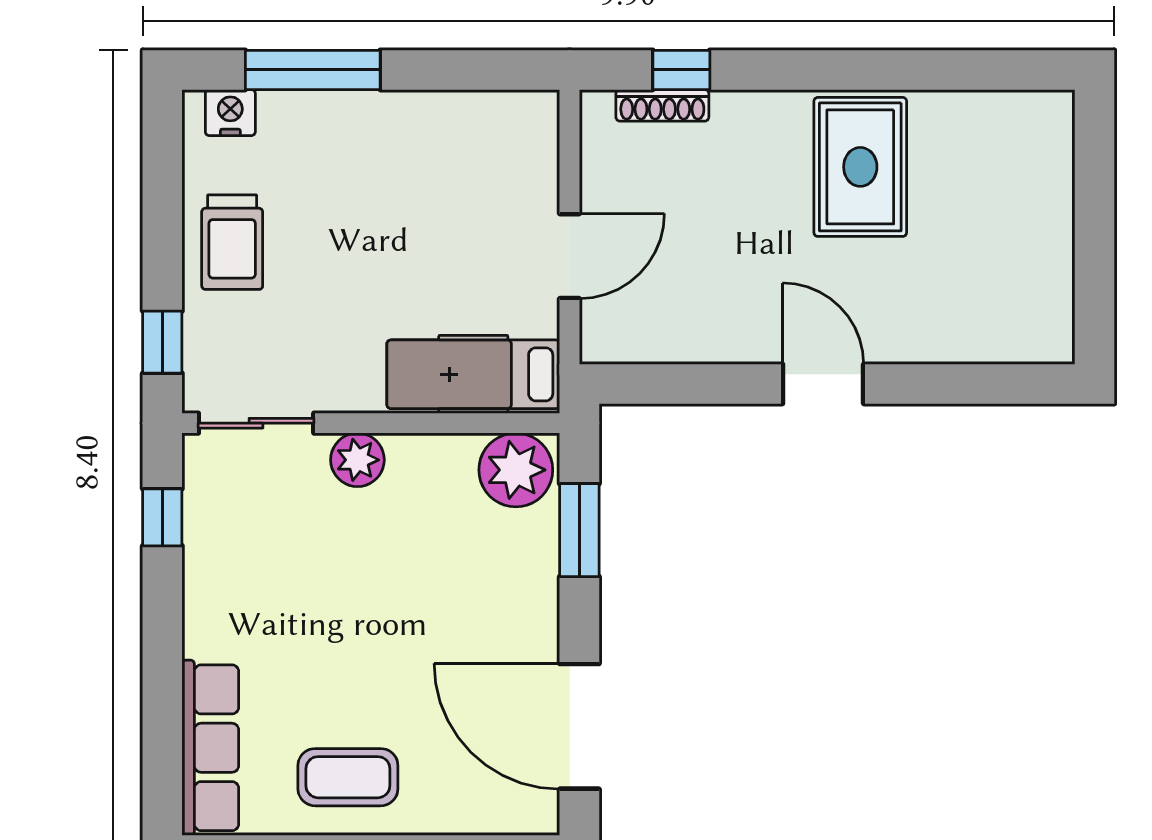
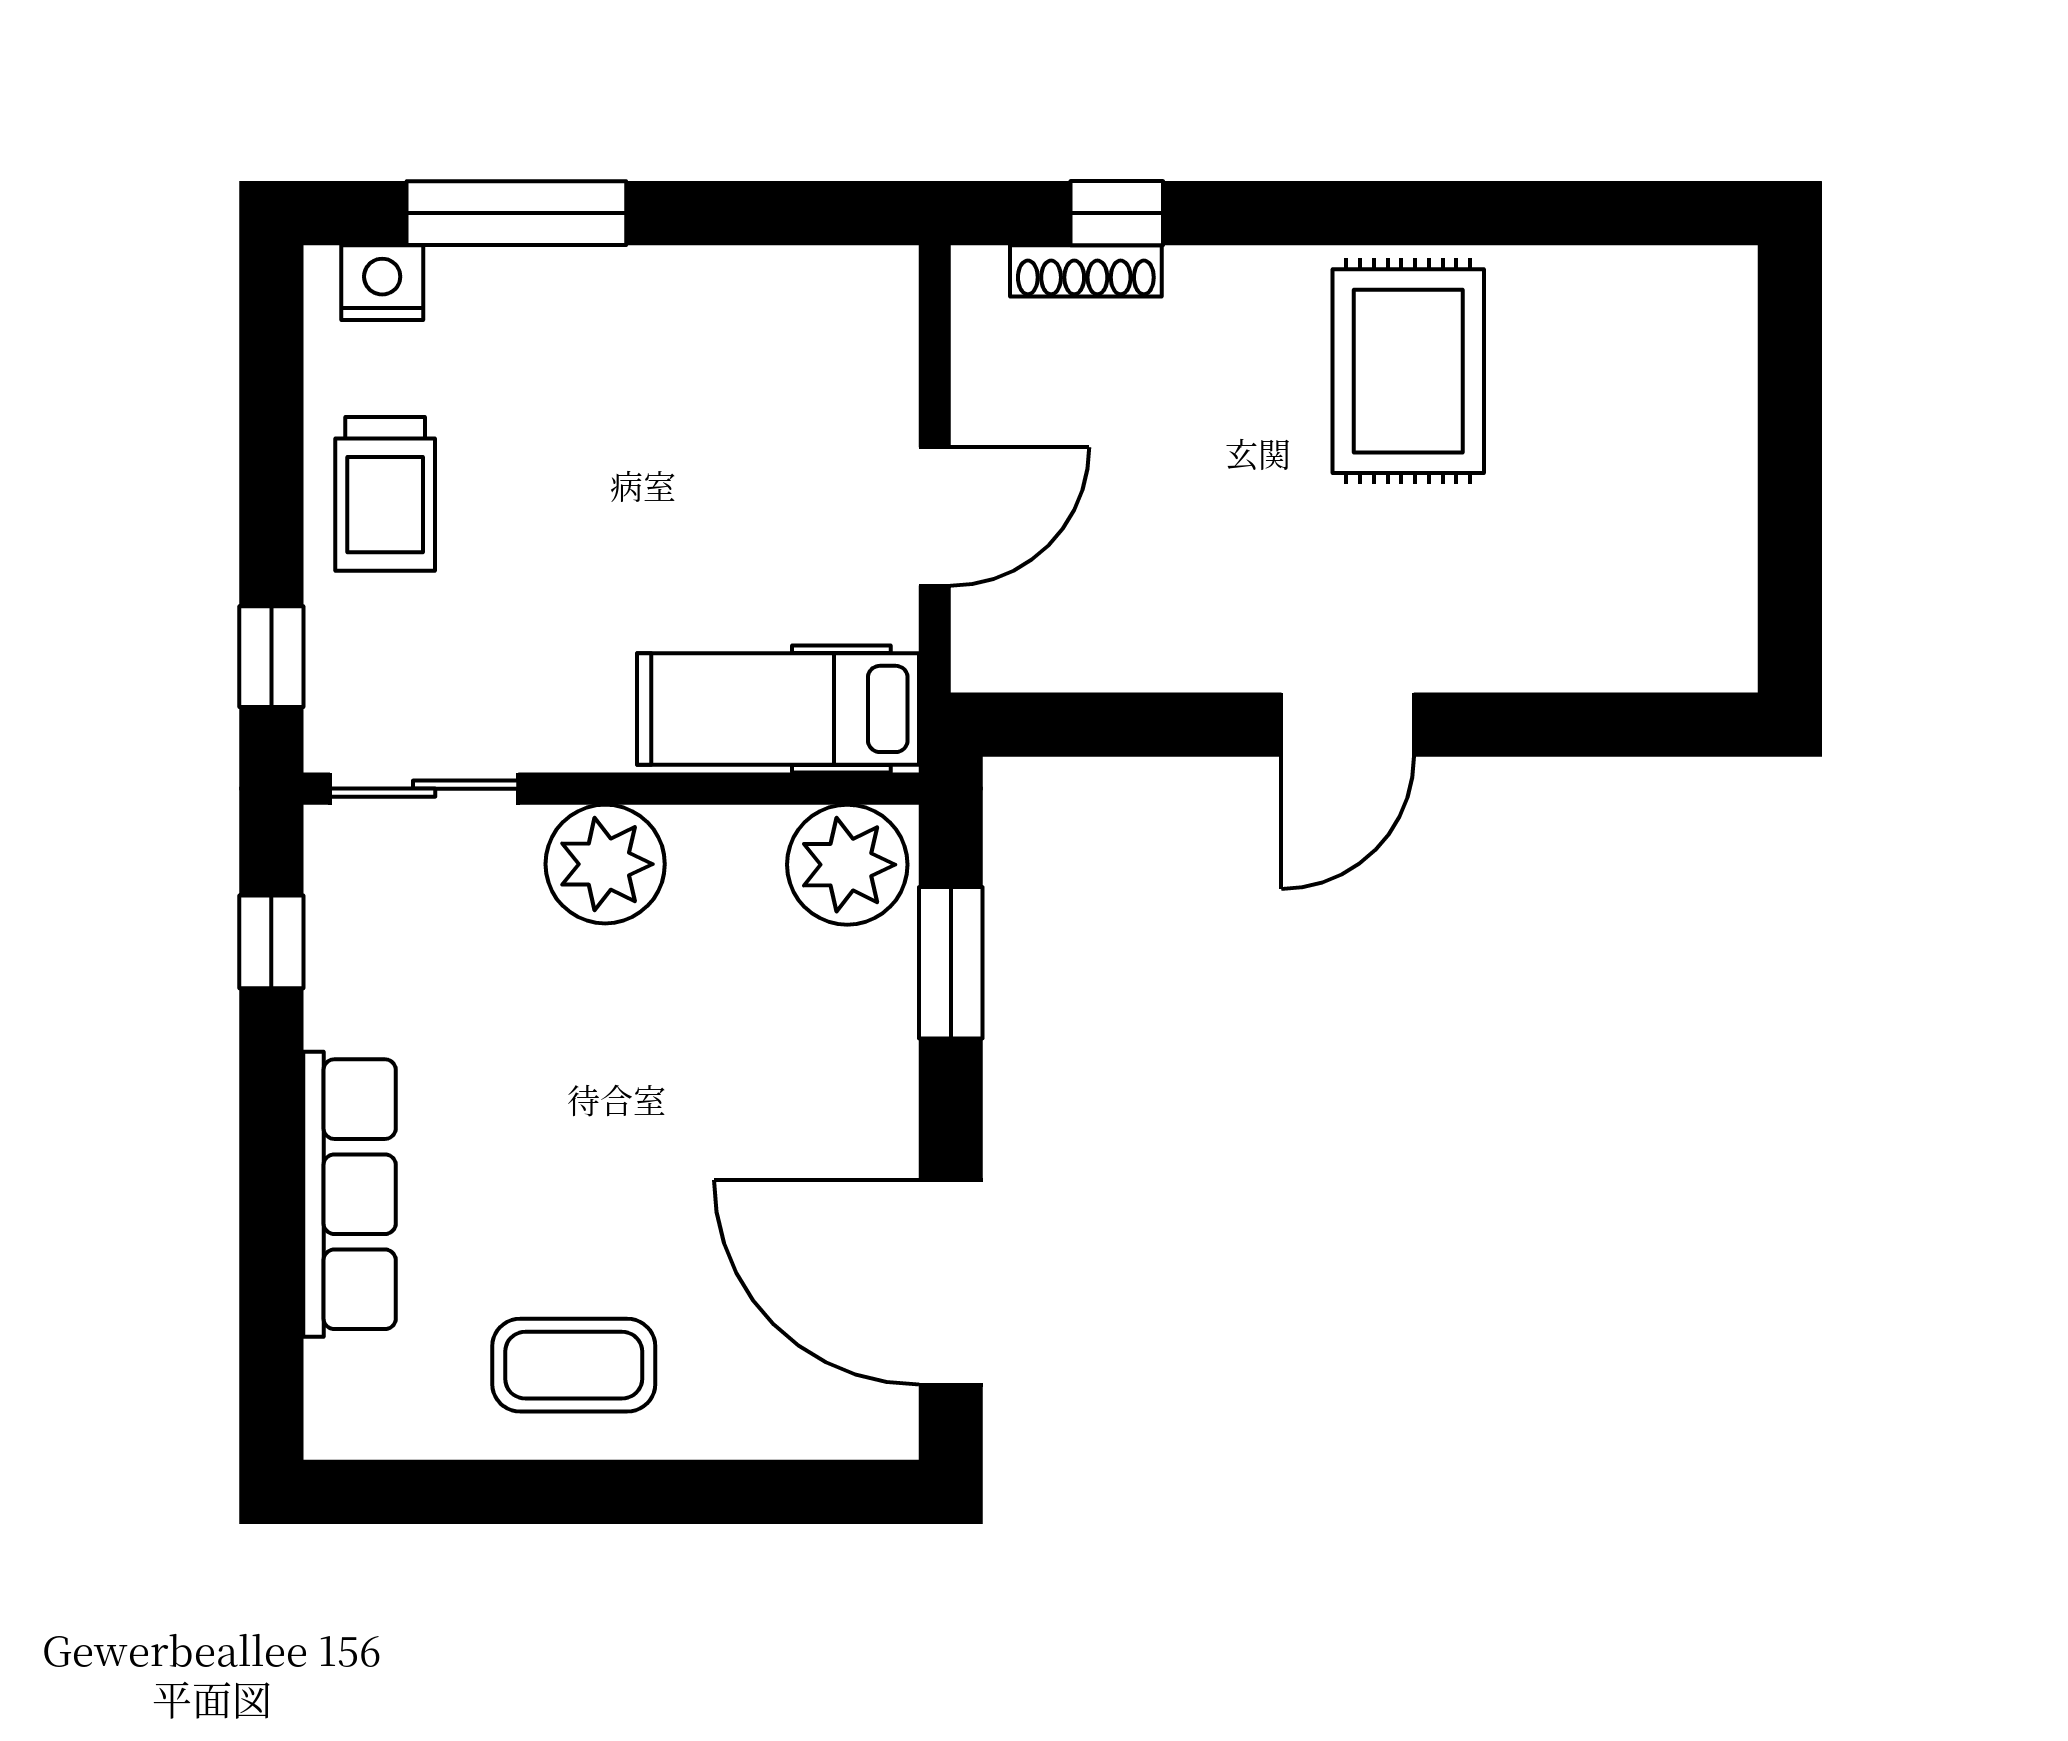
door: (823, 384) -> (1348, 725), swing flipped
plant: (357, 460) -> (605, 864), width x1.36, depth x1.36
row of seats: (210, 748) -> (350, 1194), moved

